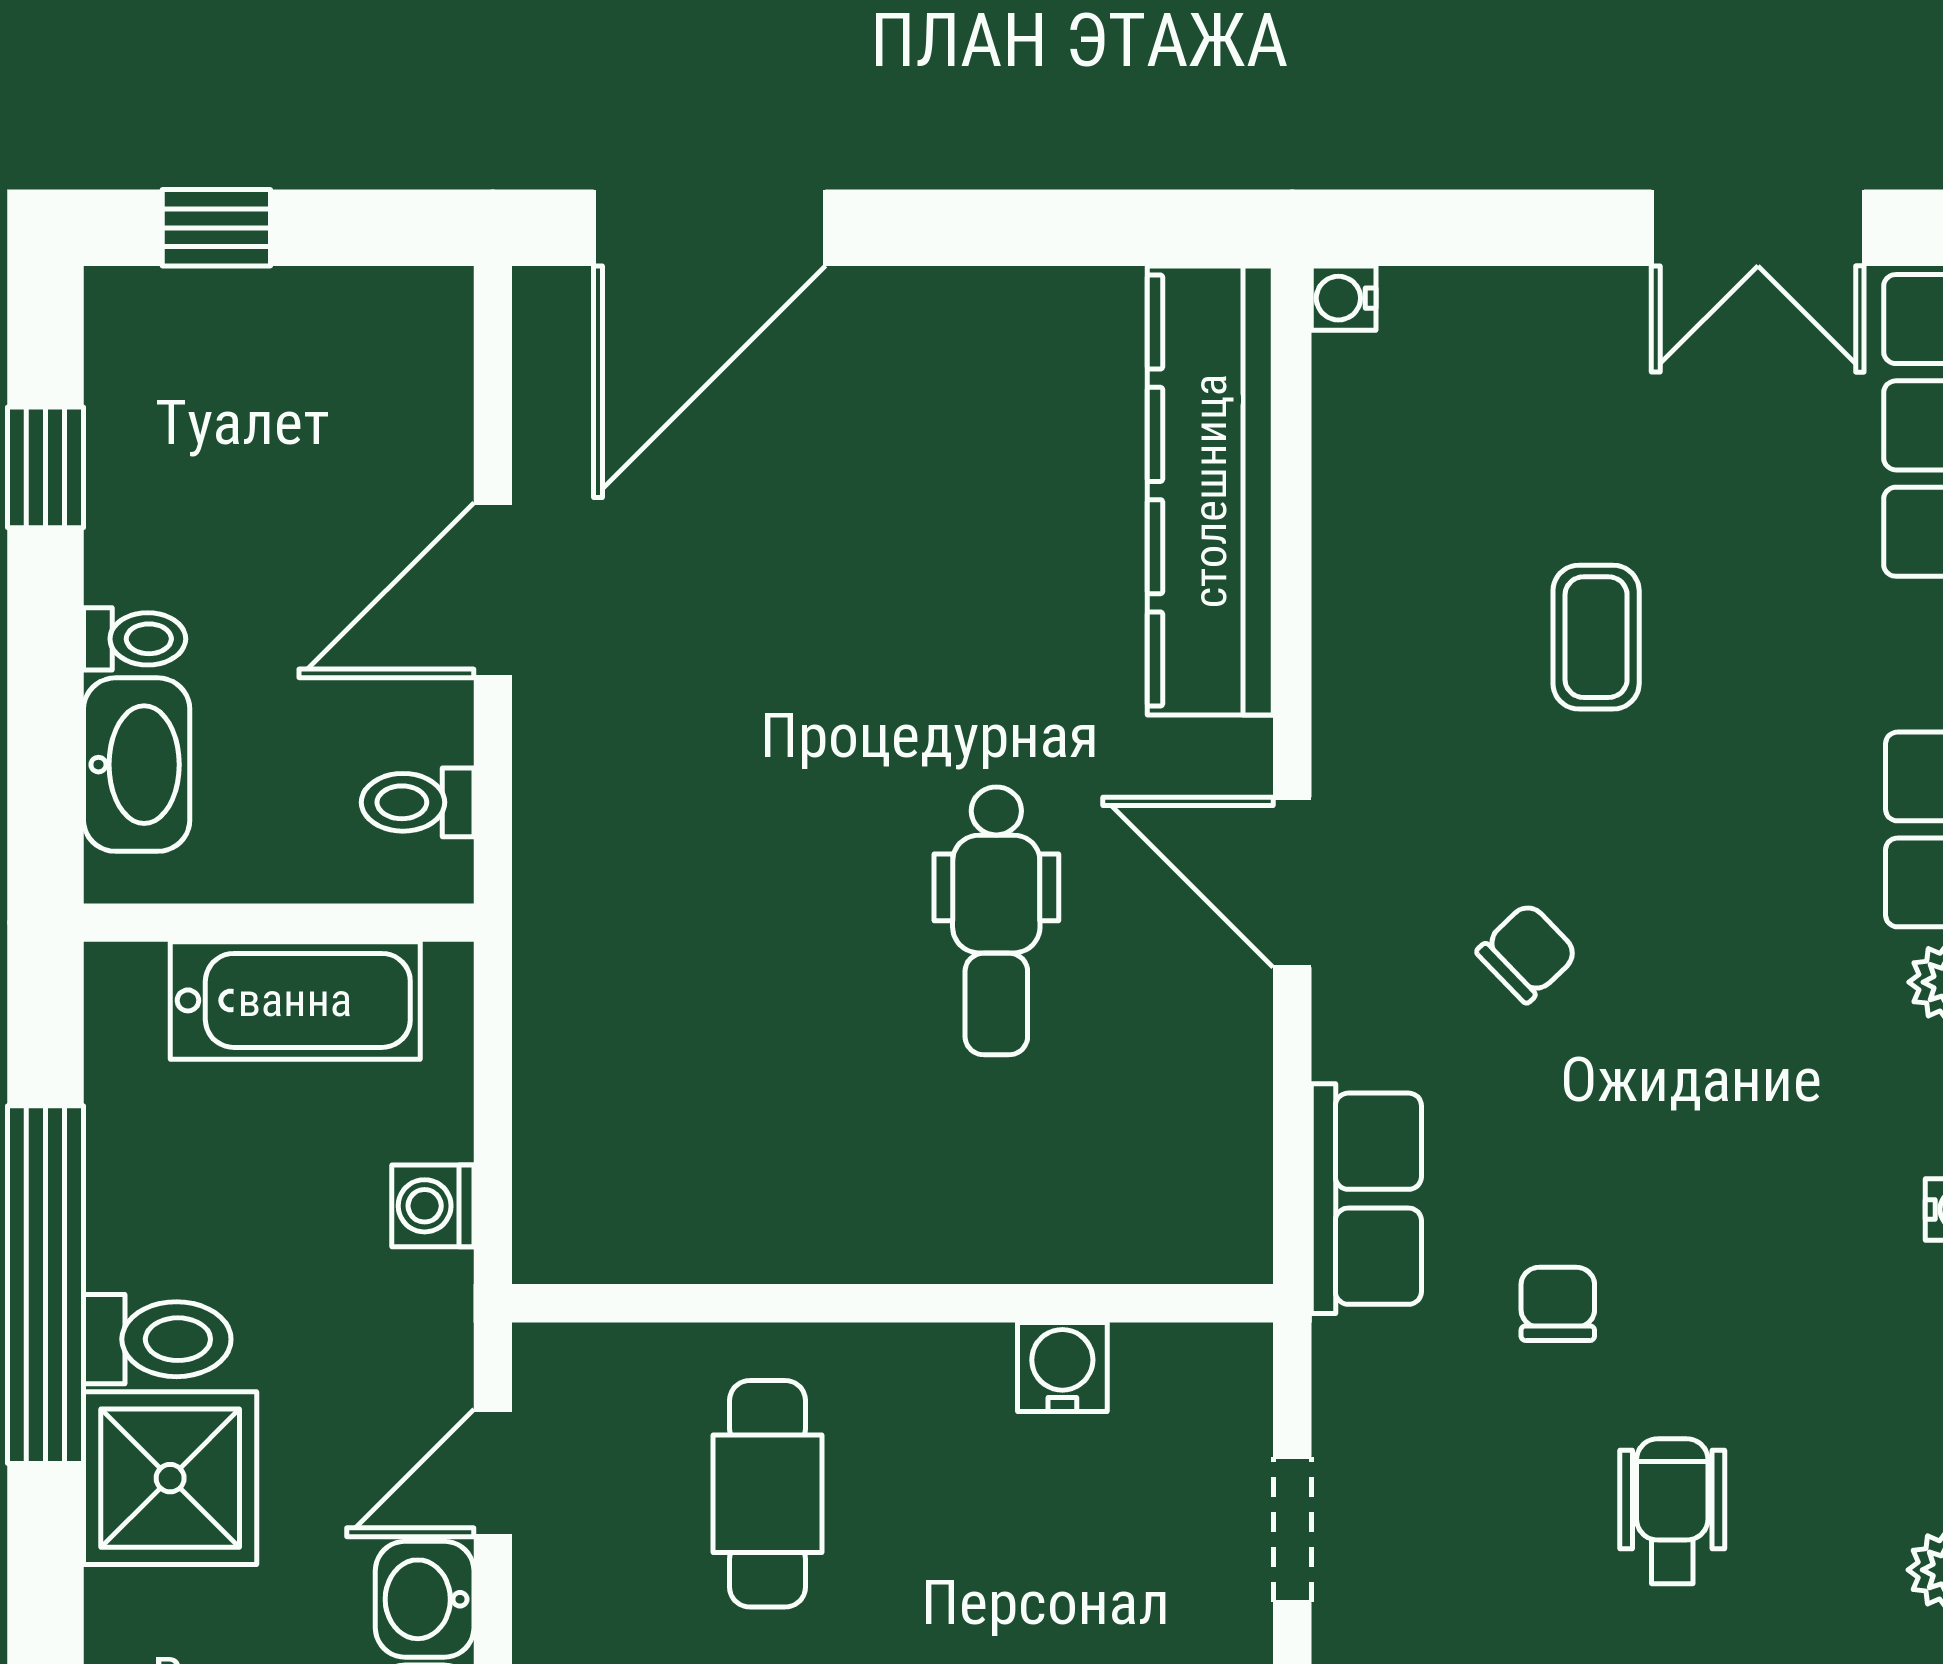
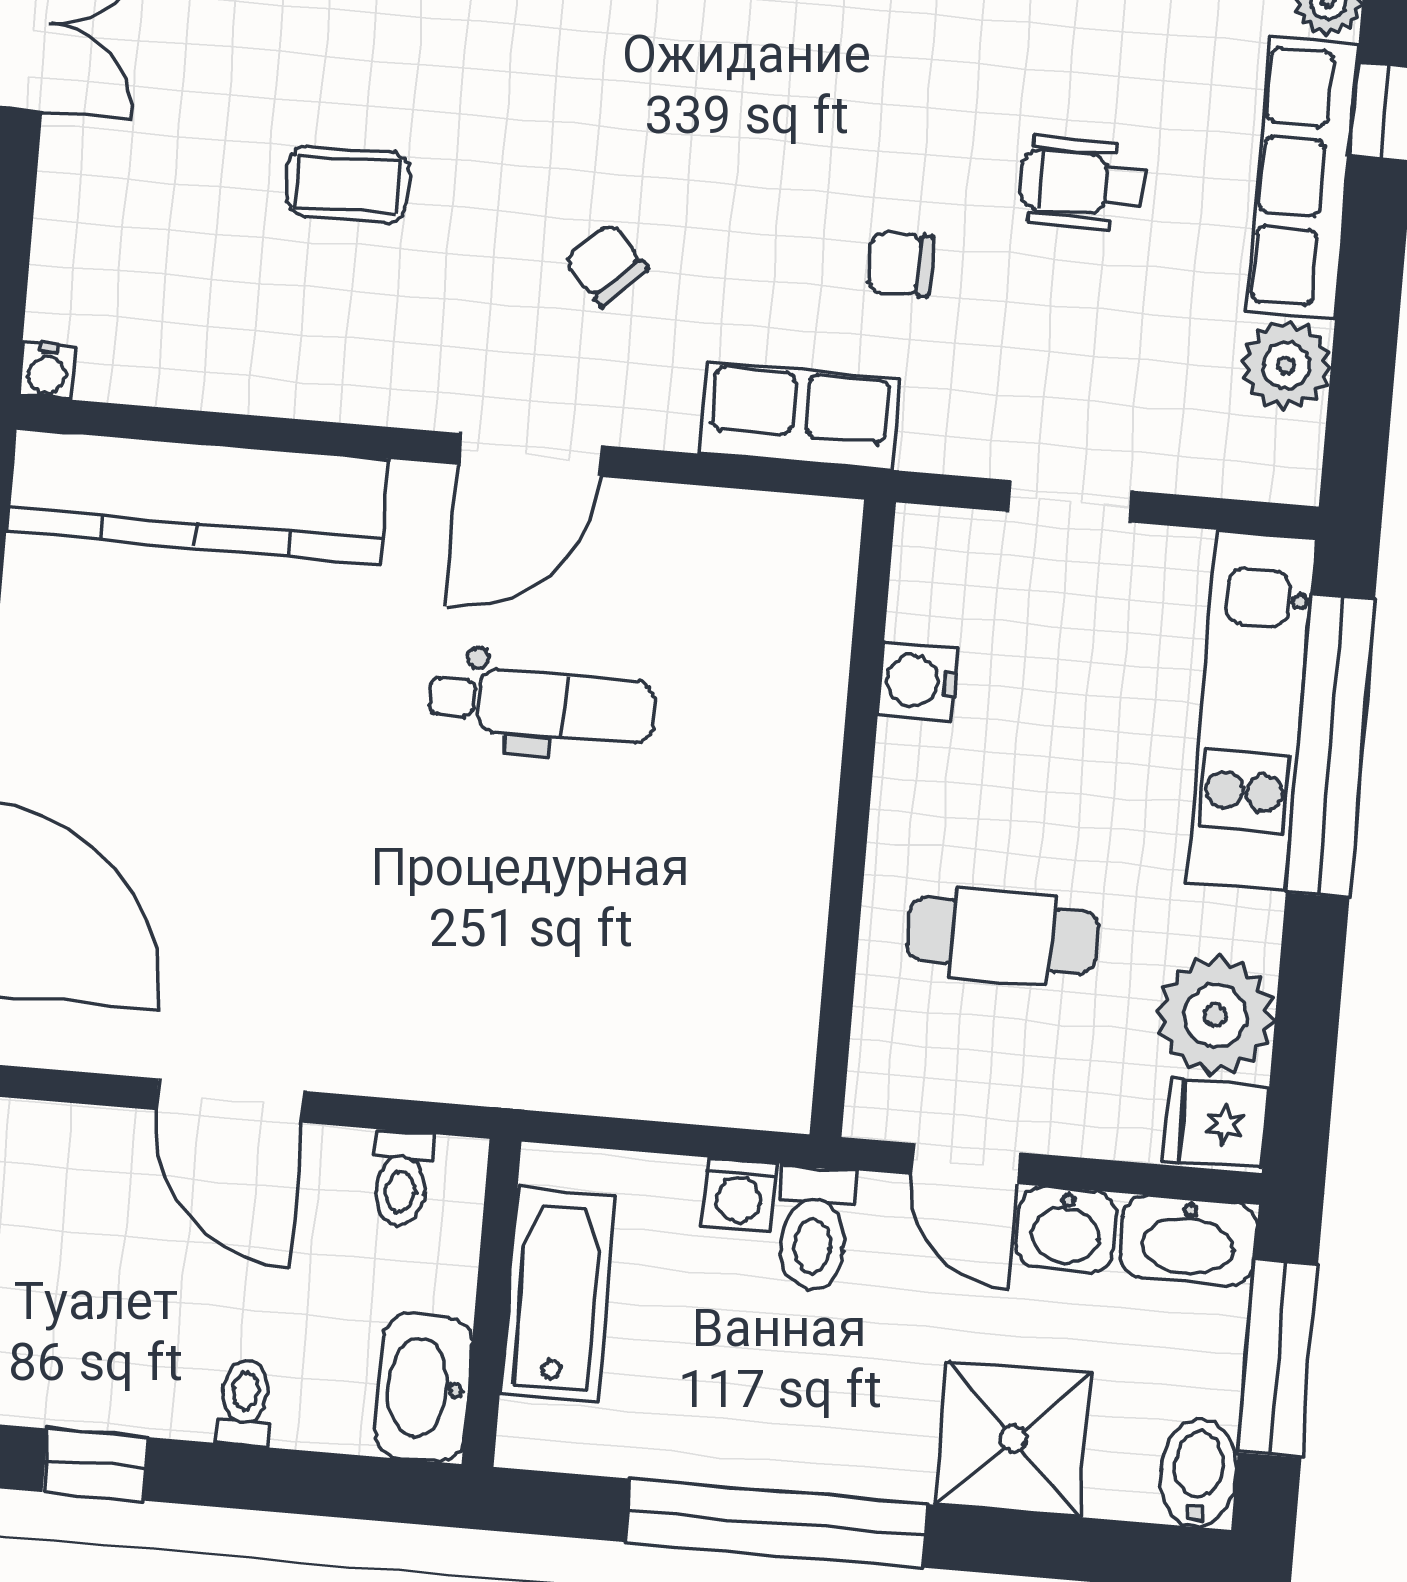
washbasin: (137, 765) -> (424, 1388), moved, turned -90
toilet: (157, 1339) -> (814, 1229), moved, turned 180
shower: (170, 1478) -> (1013, 1439), moved

